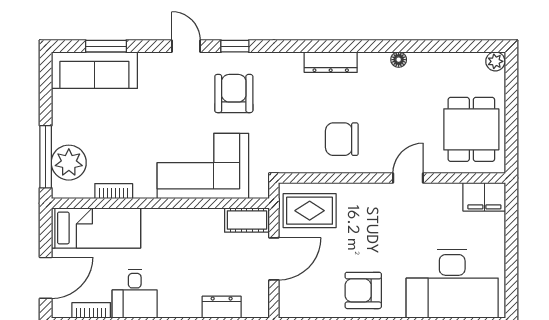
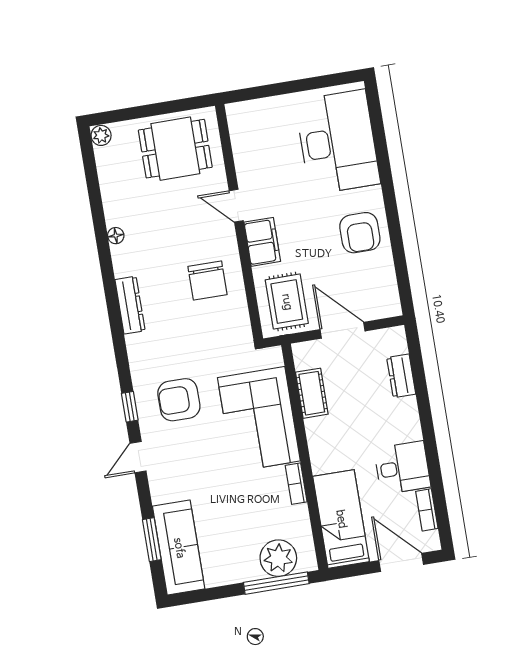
bookcase: (114, 191) -> (296, 484), moved
filing cabinet: (484, 197) -> (262, 242), moved
cot: (247, 220) -> (312, 393), moved

